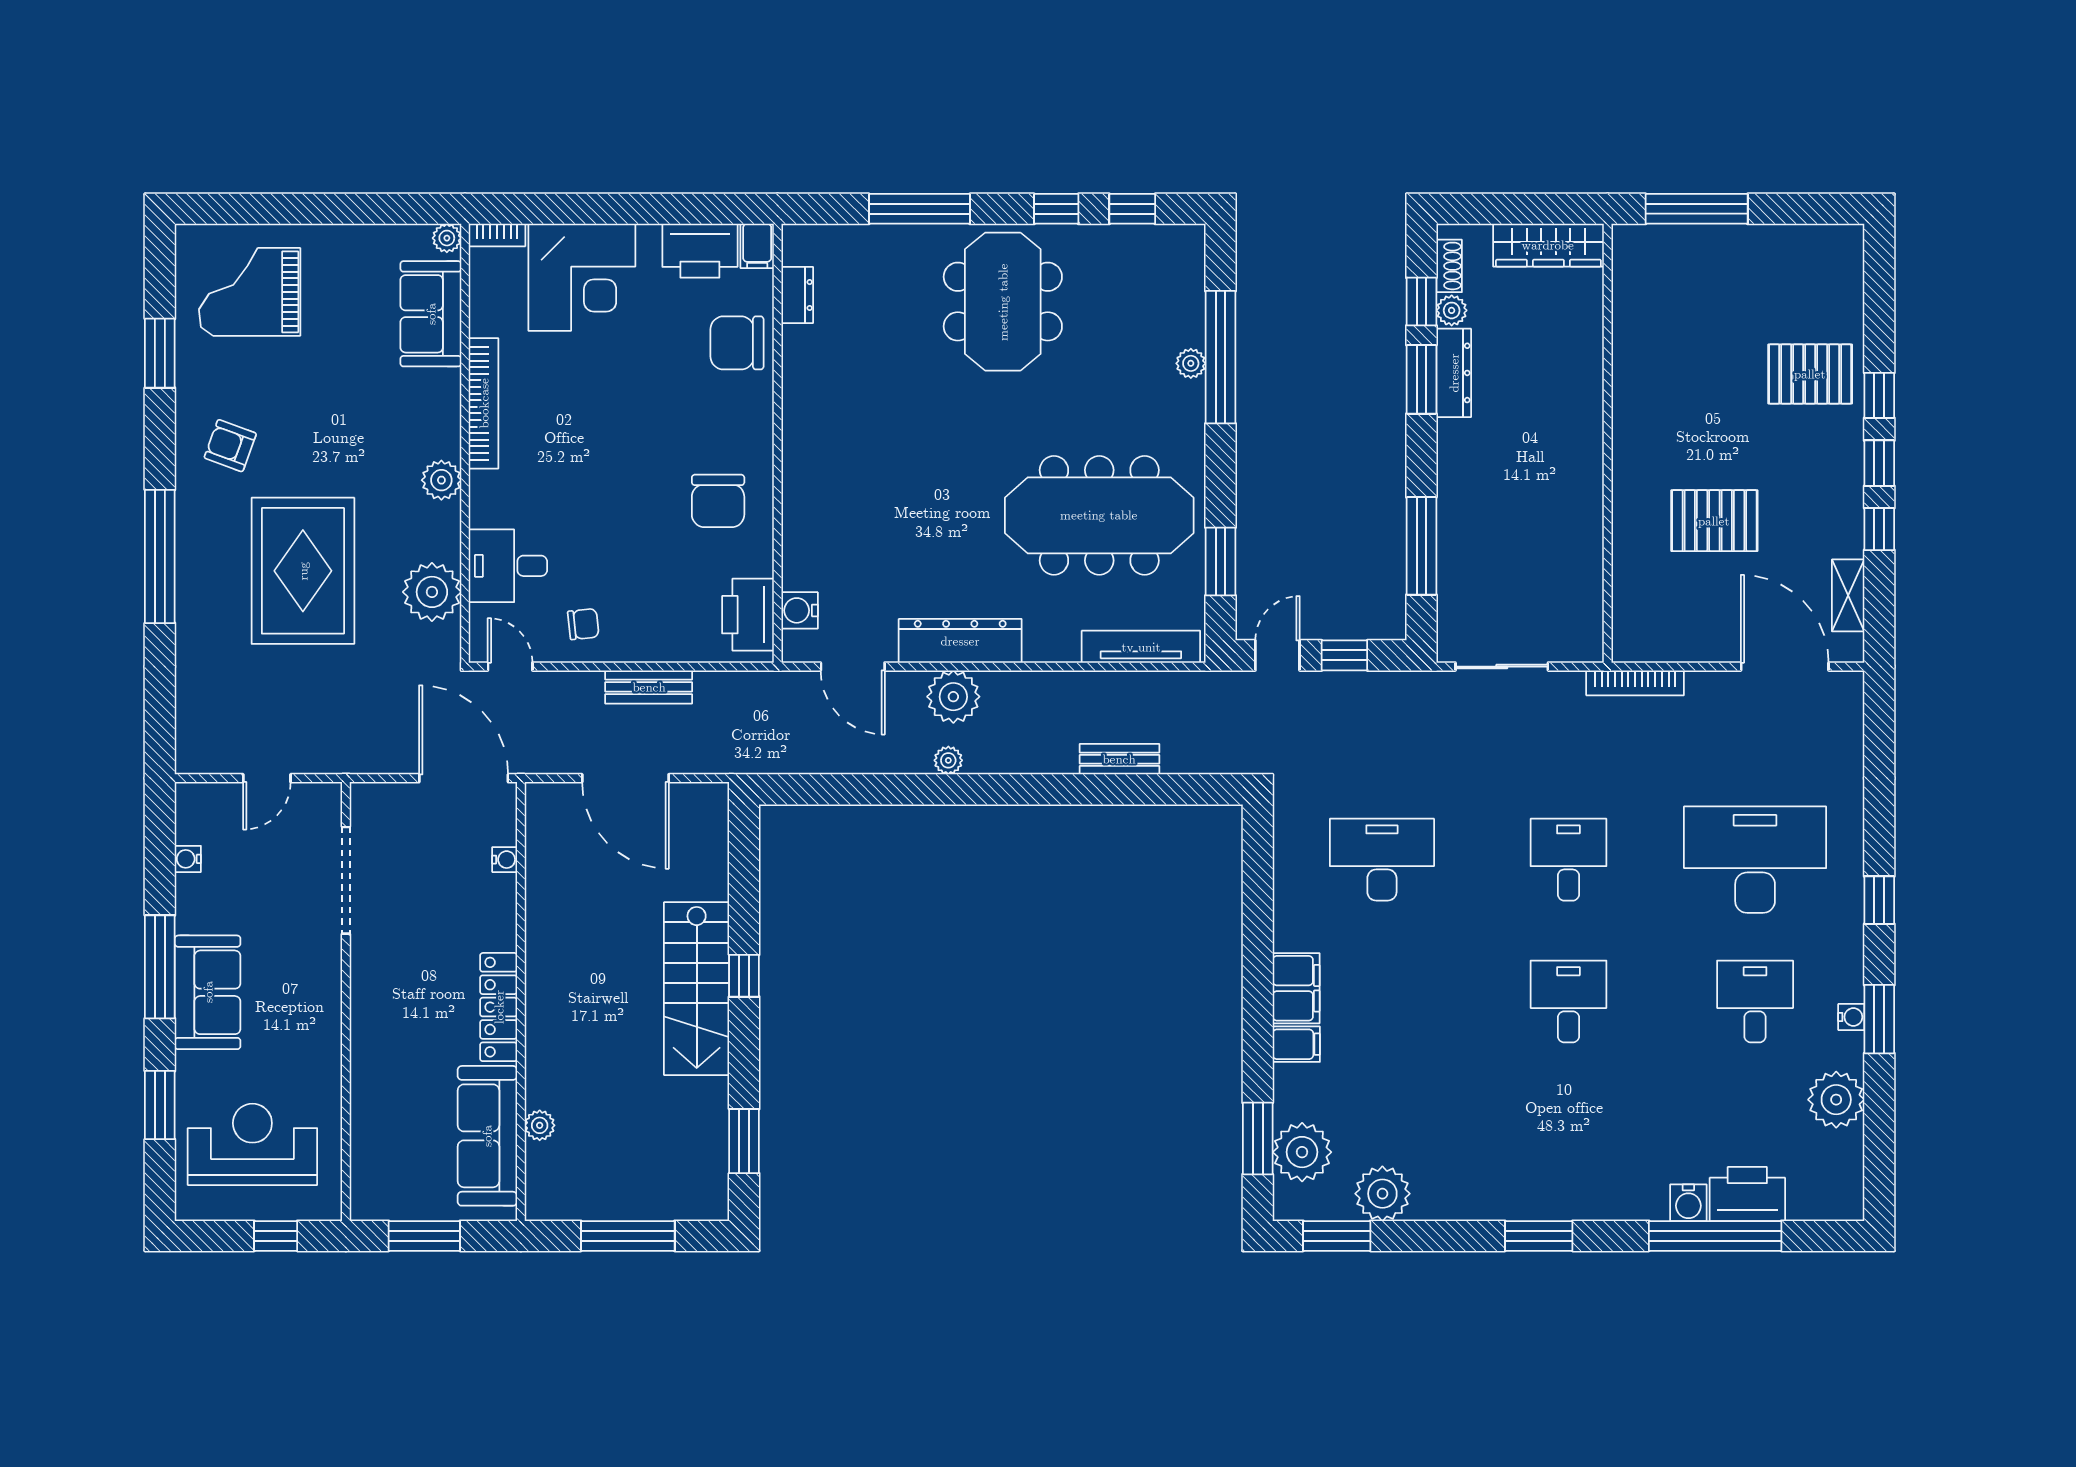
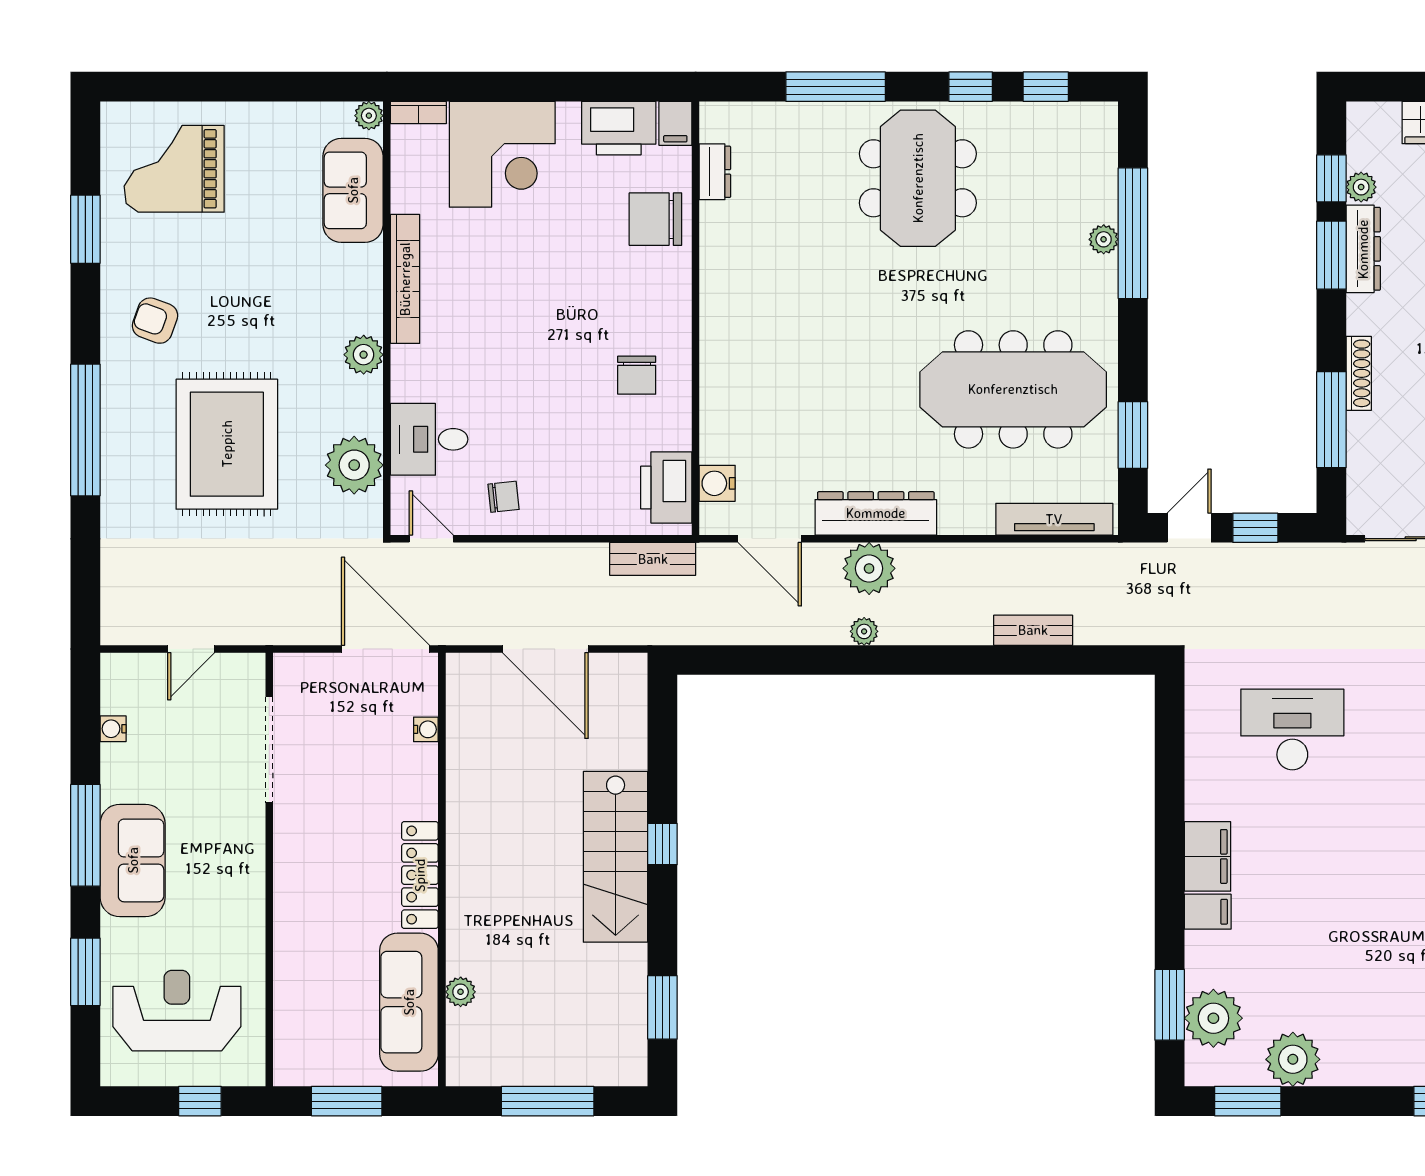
shoe rack: (1449, 266) -> (1359, 373), moved, width x1.43
chair: (718, 501) -> (637, 375), width x0.73, depth x0.73
bench: (649, 687) -> (653, 559), moved

